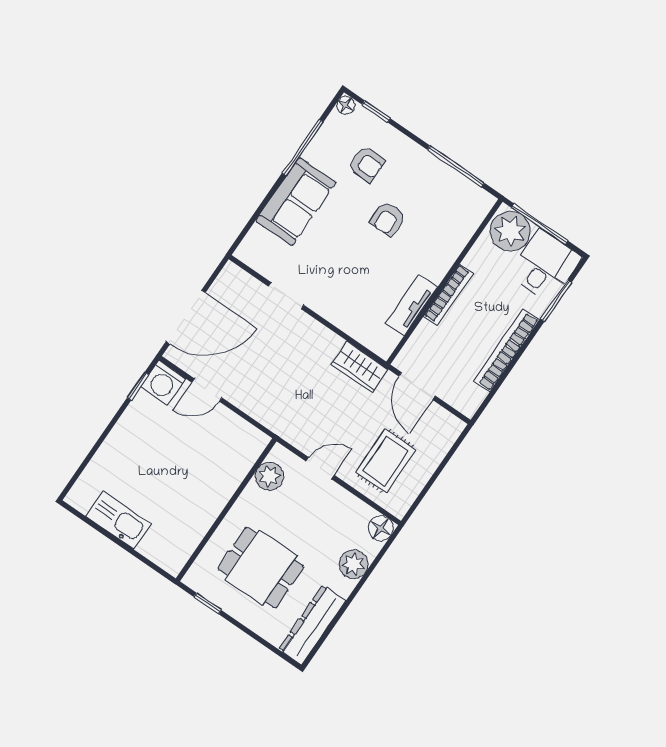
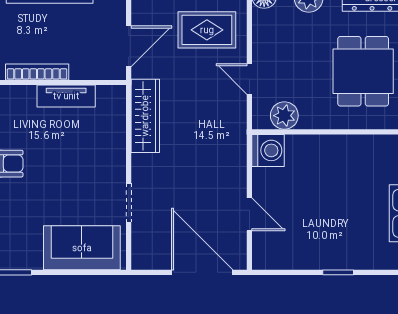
sofa: (296, 202) -> (82, 248), moved
wardrobe: (359, 367) -> (145, 116), width x1.50
washing machine: (163, 383) -> (268, 150), moved
window: (138, 386) -> (338, 272), moved

